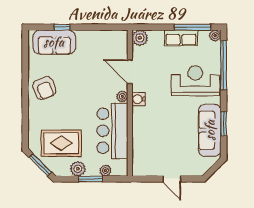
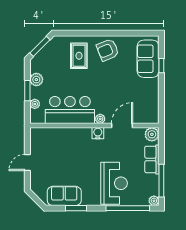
row of seats: (181, 38) -> (152, 159), moved
sofa: (210, 130) -> (64, 196), width x0.73
rug: (61, 143) -> (79, 56), moved, width x0.73, depth x0.70

